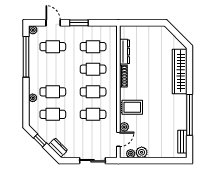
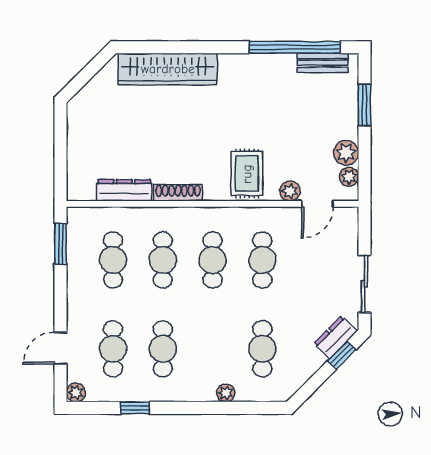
window: (79, 23) -> (61, 244), moved
window: (26, 57) -> (135, 408), width x0.32
cafe table: (53, 92) -> (163, 349), moved
window: (189, 115) -> (295, 47), moved
door: (118, 139) -> (317, 204), swing flipped
window: (40, 140) -> (342, 355), moved
sliding door: (92, 161) -> (365, 284), moved
window: (163, 161) -> (365, 105), added

